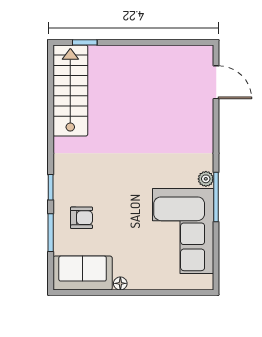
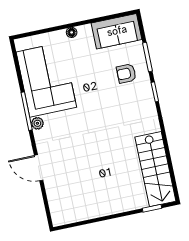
door: (216, 82) -> (39, 168), moved
floor lamp: (120, 283) -> (72, 32), moved

